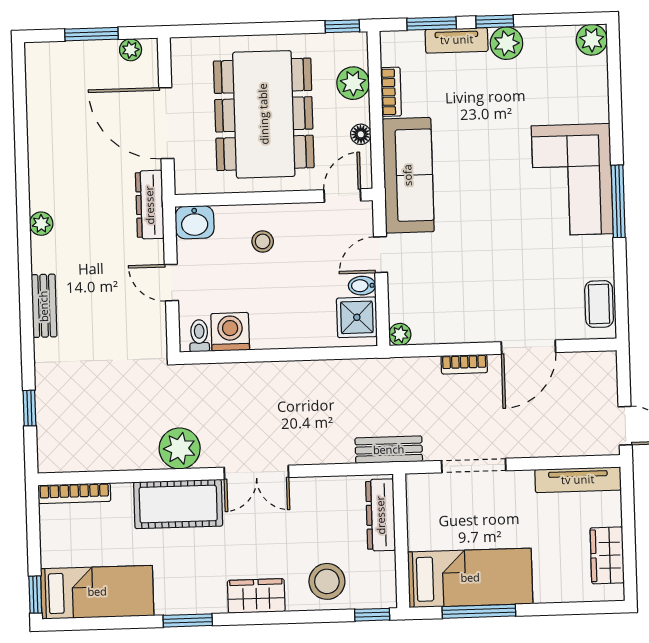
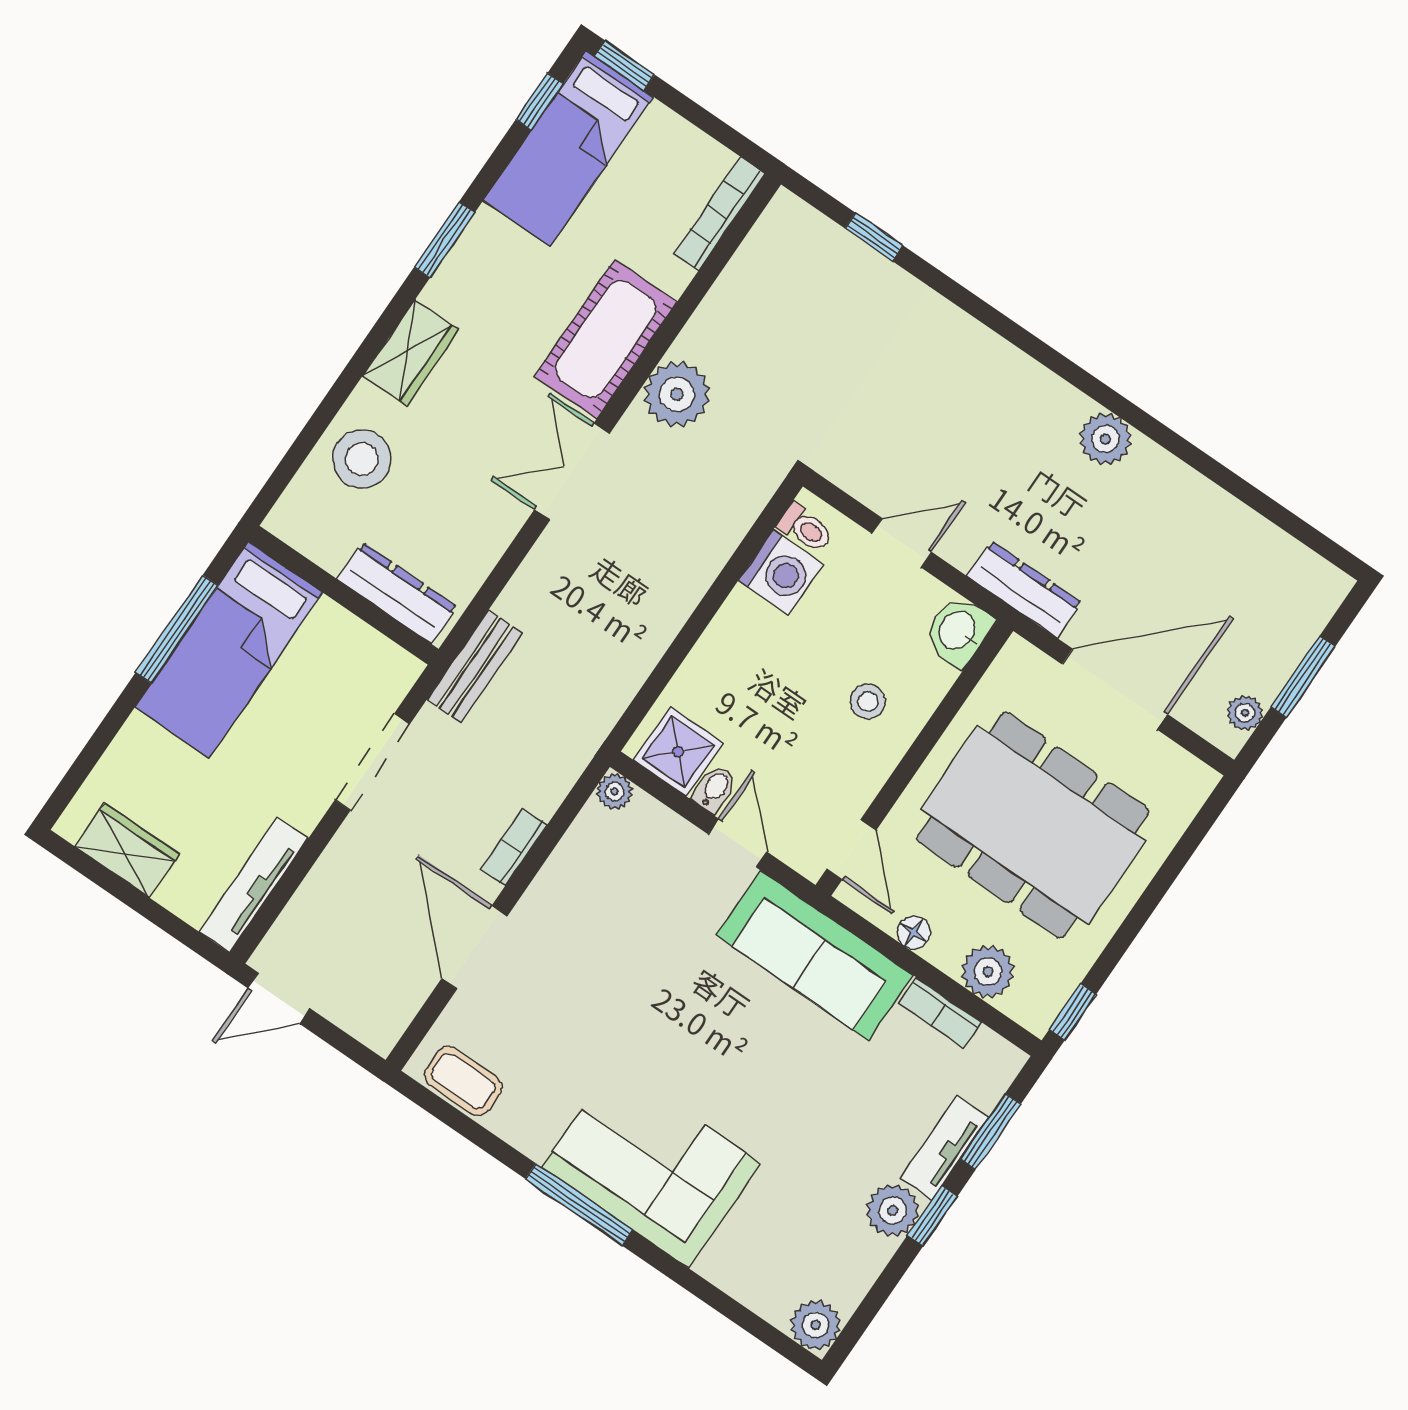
plant: (41, 224) -> (1105, 439), width x1.38, depth x1.38
bench: (44, 306) -> (994, 354), removed
window: (372, 615) -> (540, 101), moved

